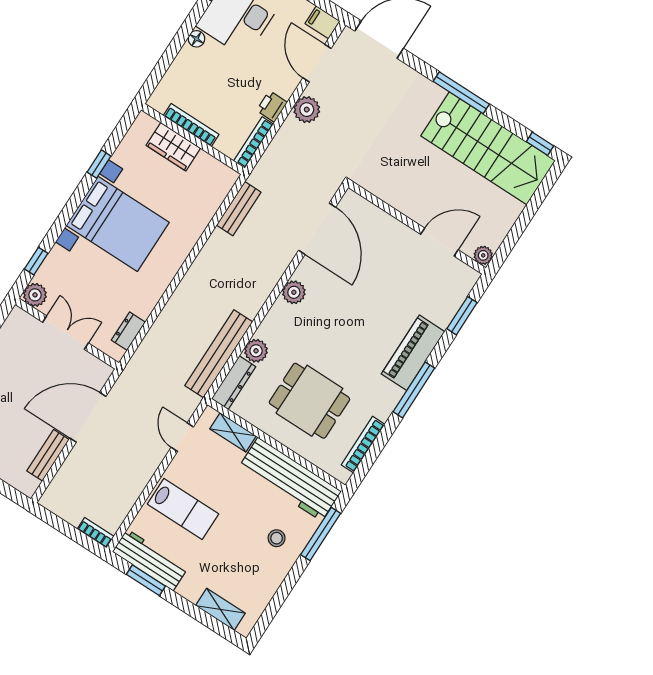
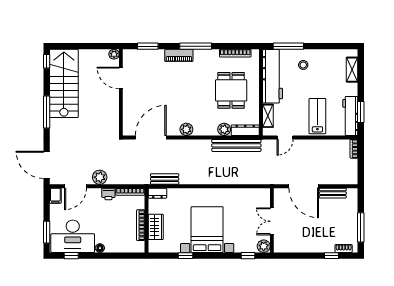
dresser: (128, 331) -> (157, 193), moved
piano: (413, 353) -> (179, 55), width x0.73, depth x0.75

